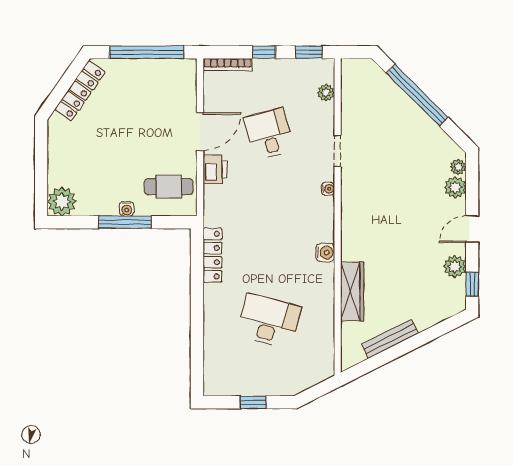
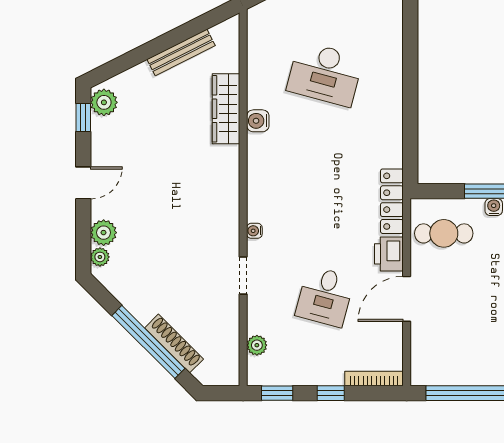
shoe rack: (396, 94) -> (174, 343), added
desk: (269, 134) -> (325, 296), turned 30
water cooler: (325, 252) -> (258, 121), moved
locker: (212, 255) -> (392, 201), moved
plant: (455, 266) -> (104, 102), moved

